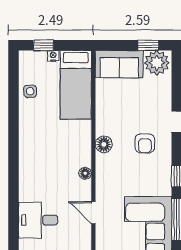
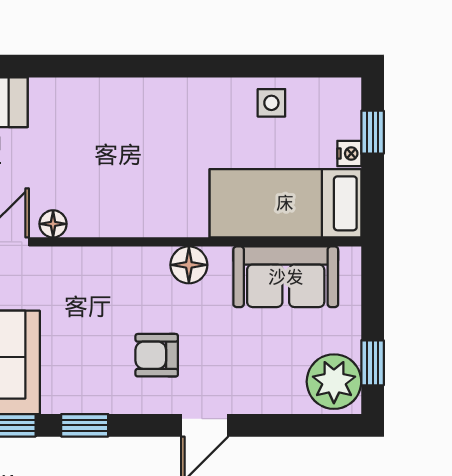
sofa: (119, 64) -> (286, 277), moved, turned -90
floor lamp: (104, 144) -> (189, 265), moved
floor lamp: (85, 173) -> (53, 224), moved

